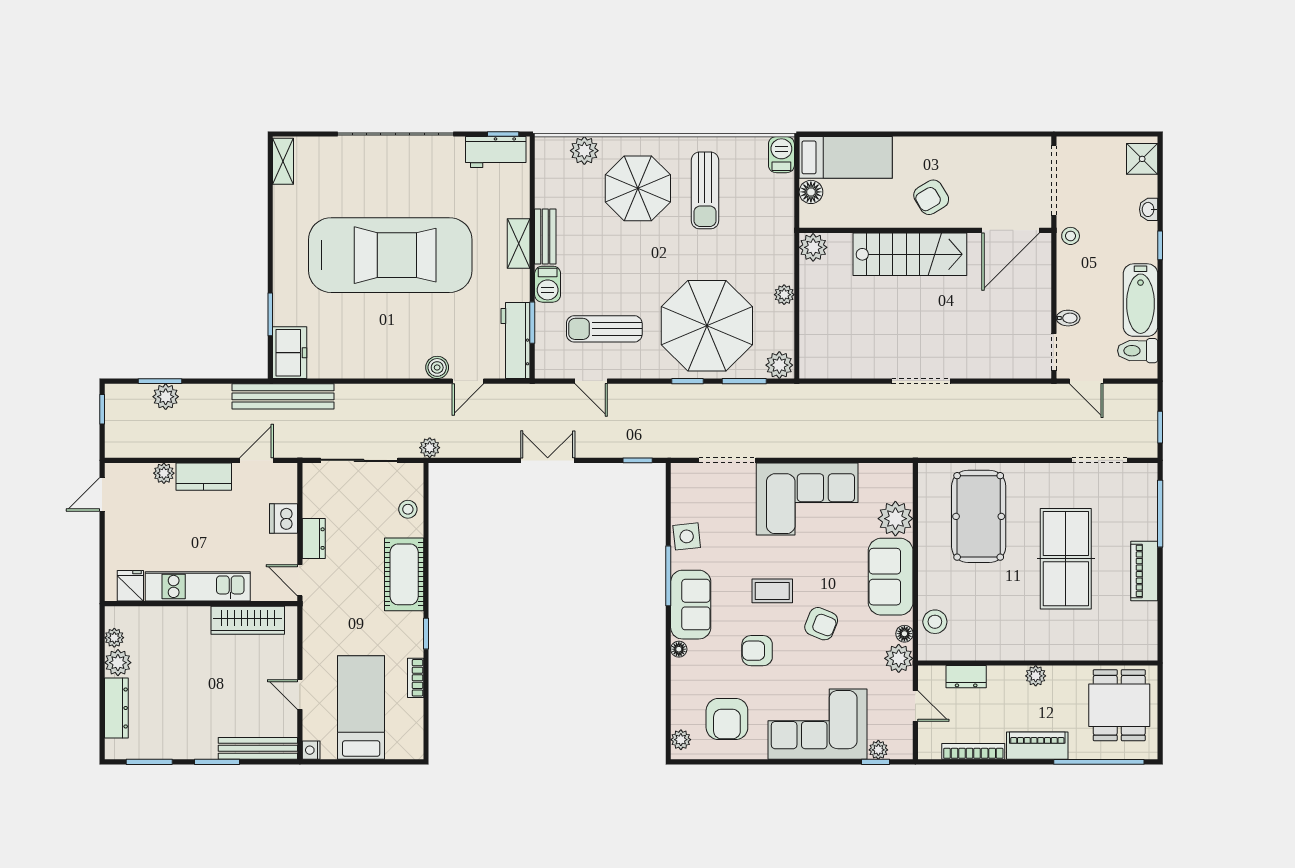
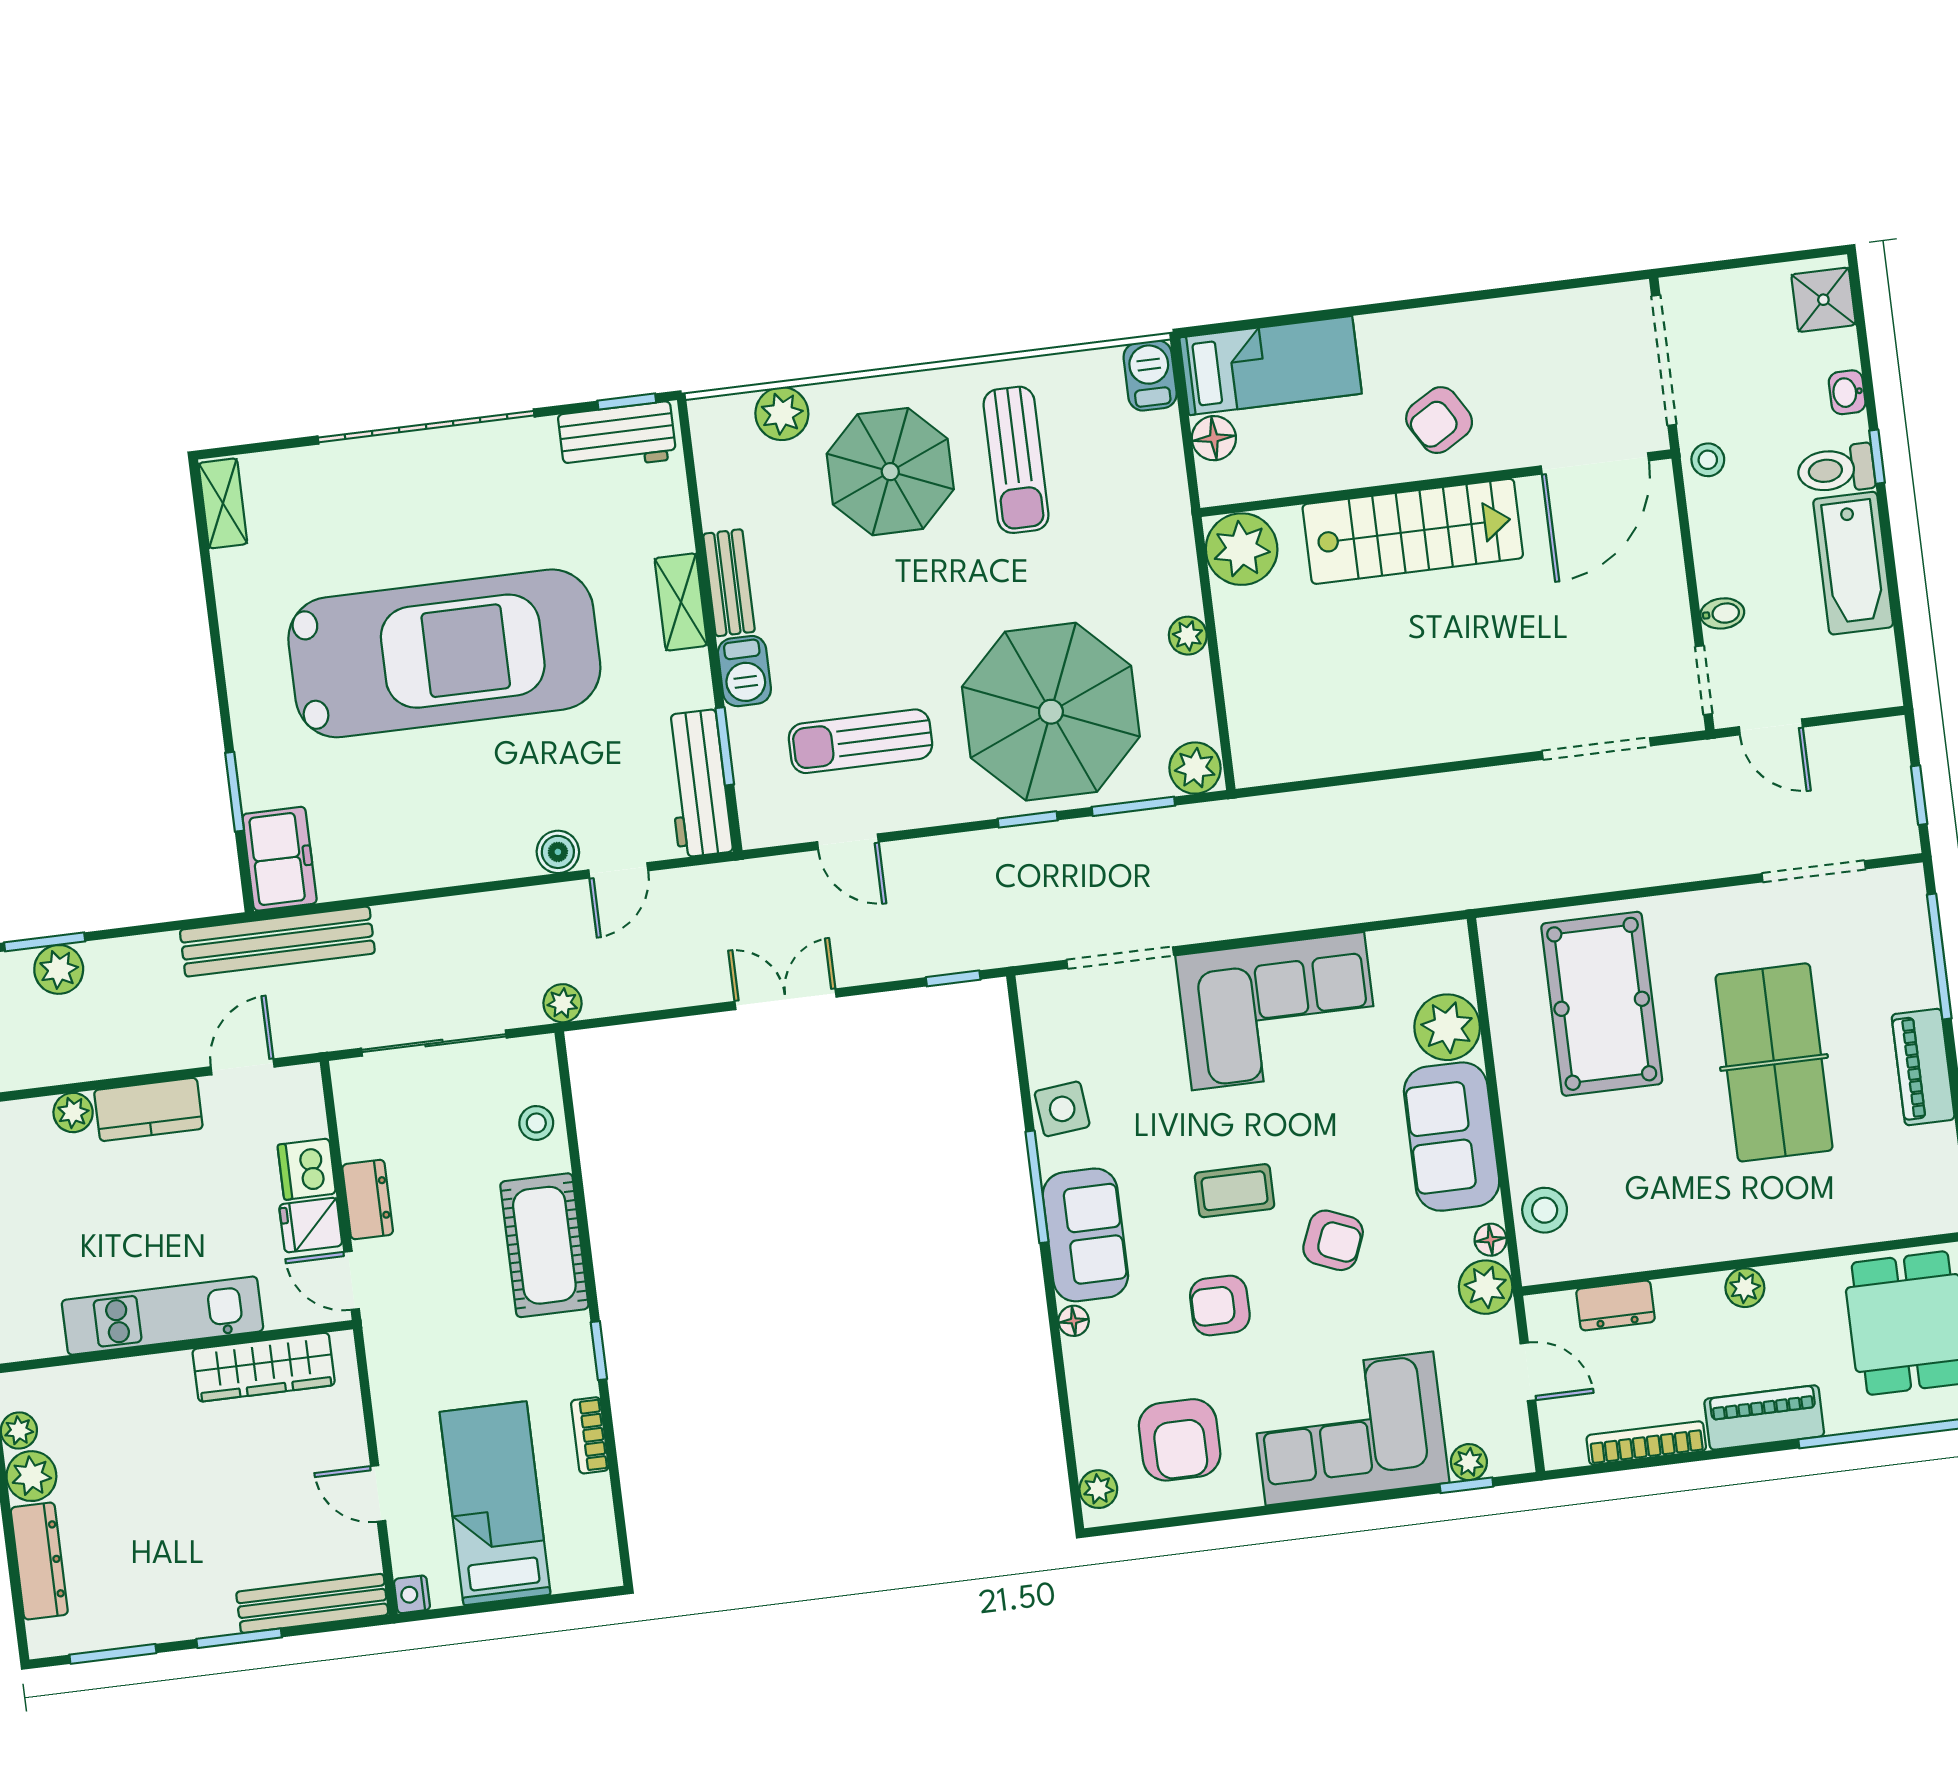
plant: (813, 247) -> (1242, 549), width x1.36, depth x1.36
toilet: (1138, 351) -> (1836, 469), moved
doorway: (921, 381) -> (1596, 749), moved
fridge: (130, 586) -> (311, 1225), moved, turned -90

